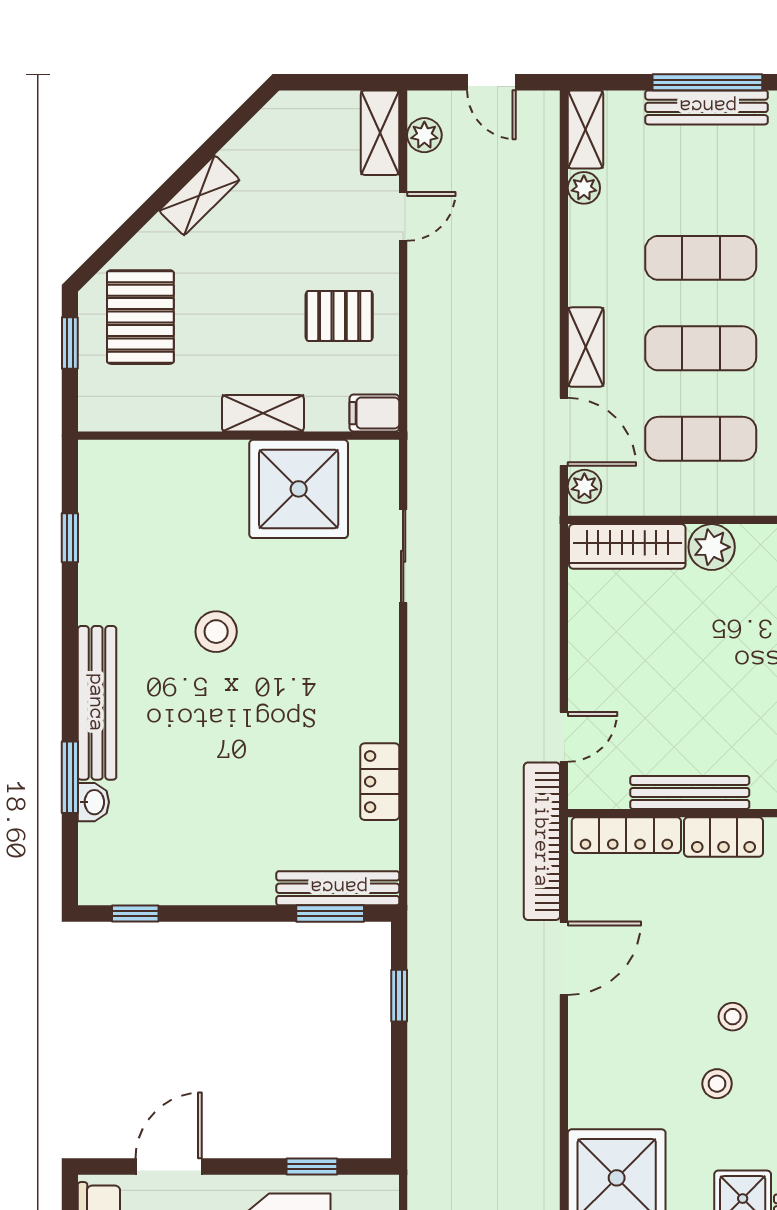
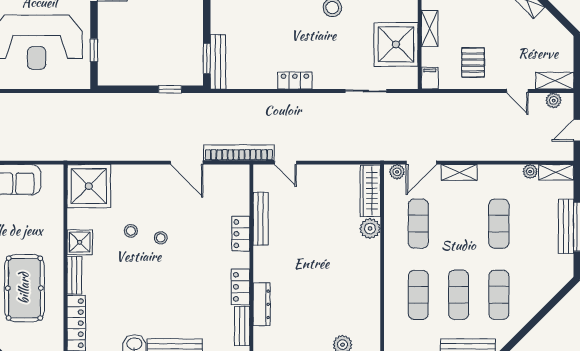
exercise mat: (701, 348) -> (459, 224), removed
locker: (380, 782) -> (295, 81), moved
locker: (626, 835) -> (242, 190), removed

